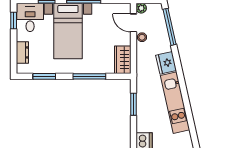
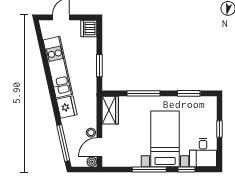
window: (14, 21) -> (219, 129), moved
door: (134, 23) -> (99, 147), swing flipped
dresser: (22, 52) -> (211, 117), removed

